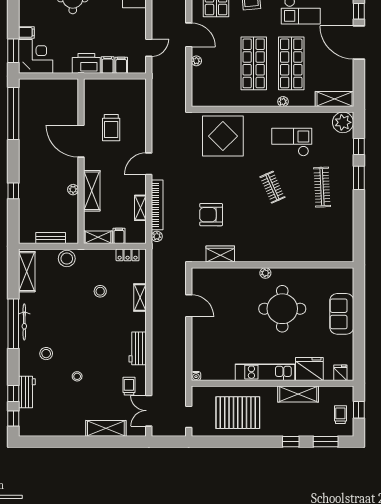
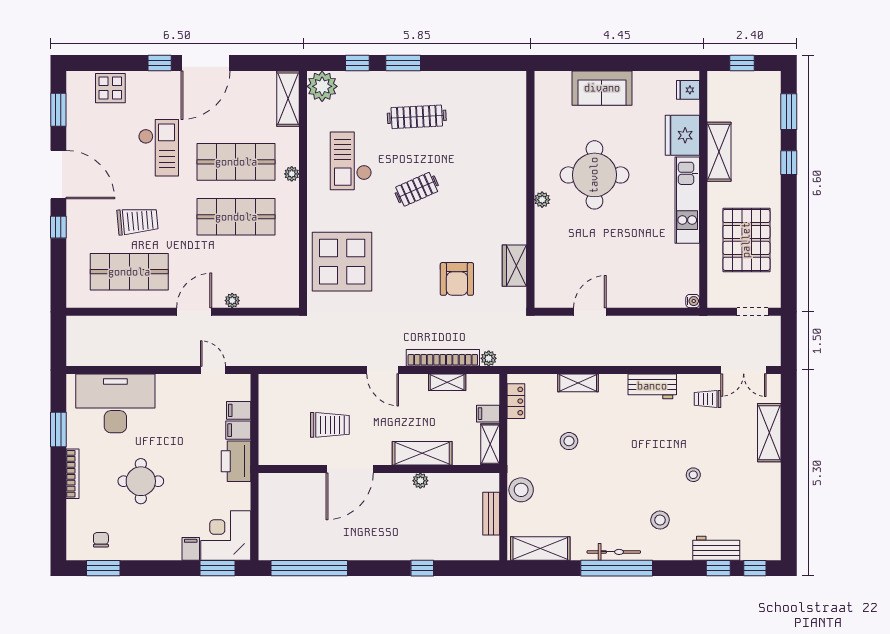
trolley: (340, 415) -> (749, 90), removed

